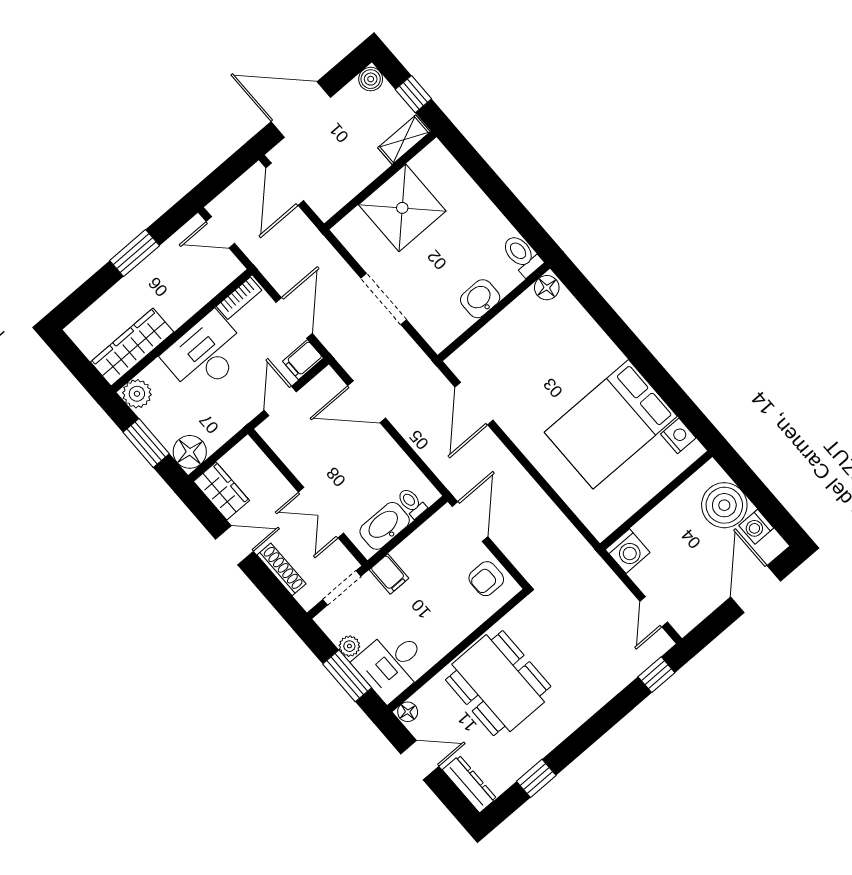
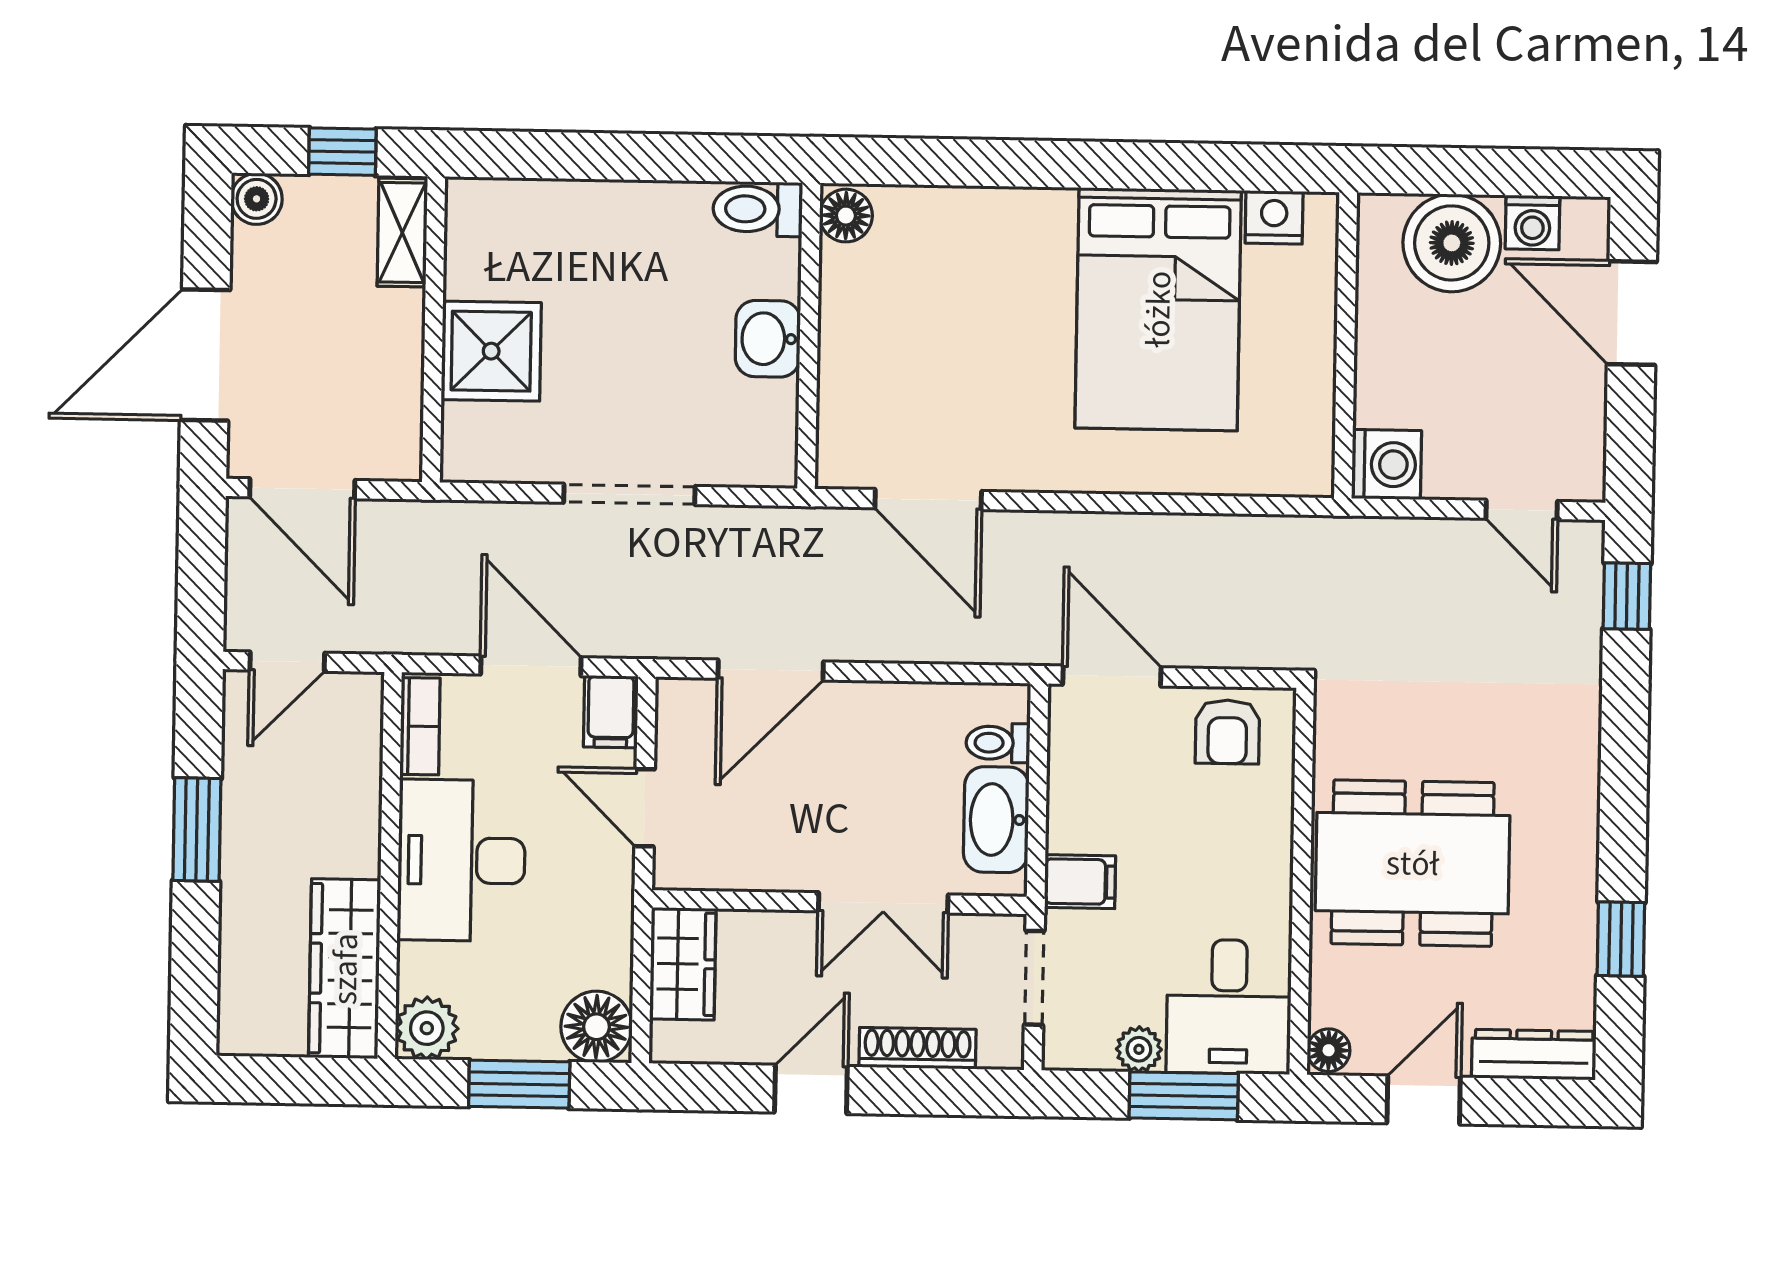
shower: (402, 208) -> (491, 351), width x0.73, depth x0.73
wardrobe: (221, 491) -> (683, 964), moved, turned 90

